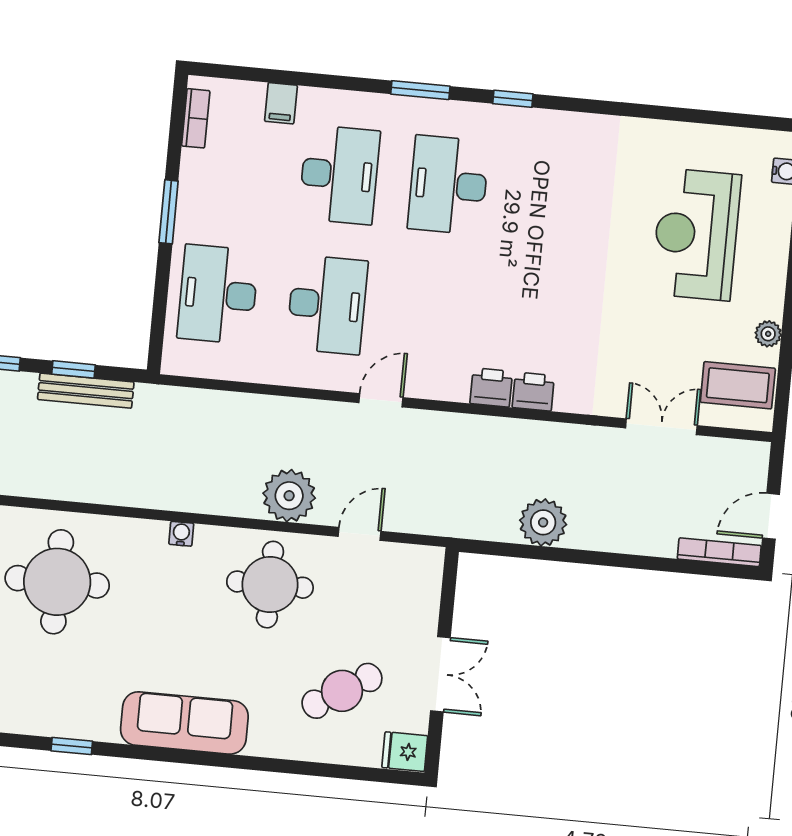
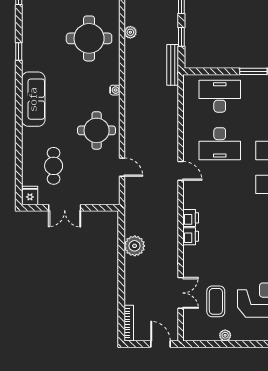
coffee table: (738, 385) -> (216, 301), moved
bench: (86, 391) -> (173, 65), moved
plant: (289, 496) -> (130, 32), moved, width x0.53, depth x0.53
door: (771, 516) -> (160, 344), moved
cafe table: (342, 691) -> (54, 166), turned 32

